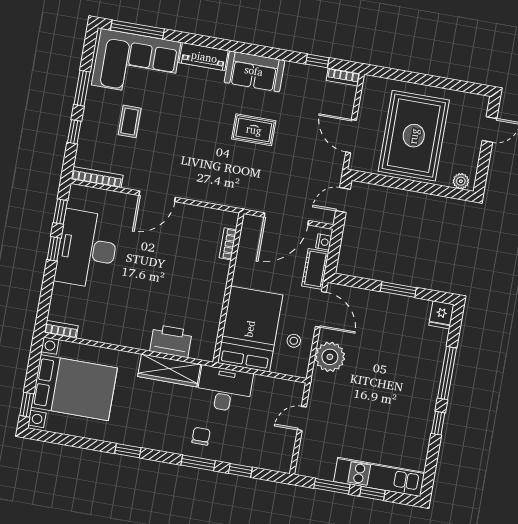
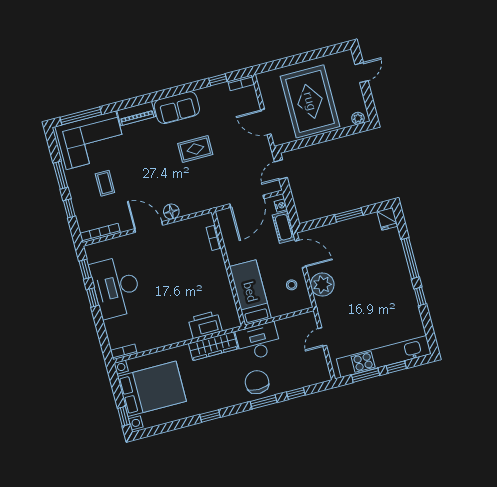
floor lamp: (192, 190) -> (171, 212), added
door: (157, 196) -> (149, 227), swing flipped
bed: (250, 329) -> (250, 292), width x0.67
chair: (201, 436) -> (257, 382), width x1.87, depth x1.87
kitchen unit: (379, 477) -> (384, 356), width x1.36

